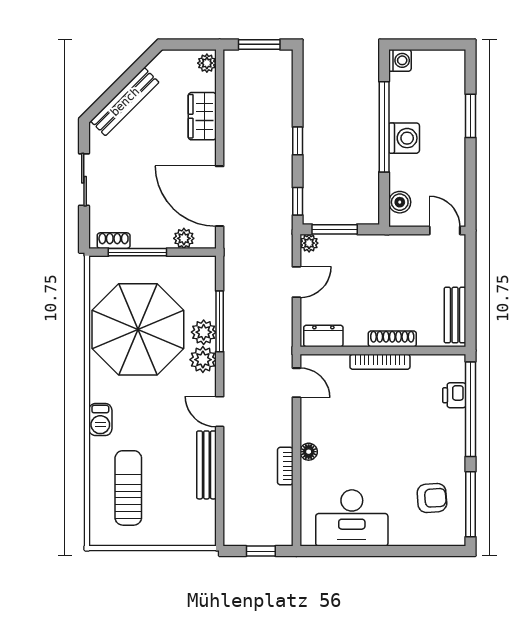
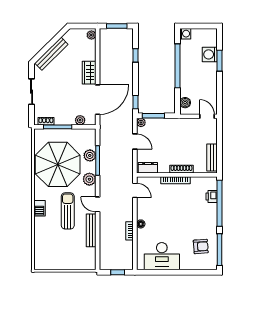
wardrobe: (202, 116) -> (89, 73), moved
washing machine: (404, 138) -> (210, 54), moved, turned 180
window: (298, 141) -> (135, 55), moved
door: (220, 196) -> (98, 100), swing flipped
door: (296, 282) -> (135, 141), hinge flipped
plant: (204, 332) -> (90, 155), moved
sun lounger: (128, 488) -> (68, 211), moved

